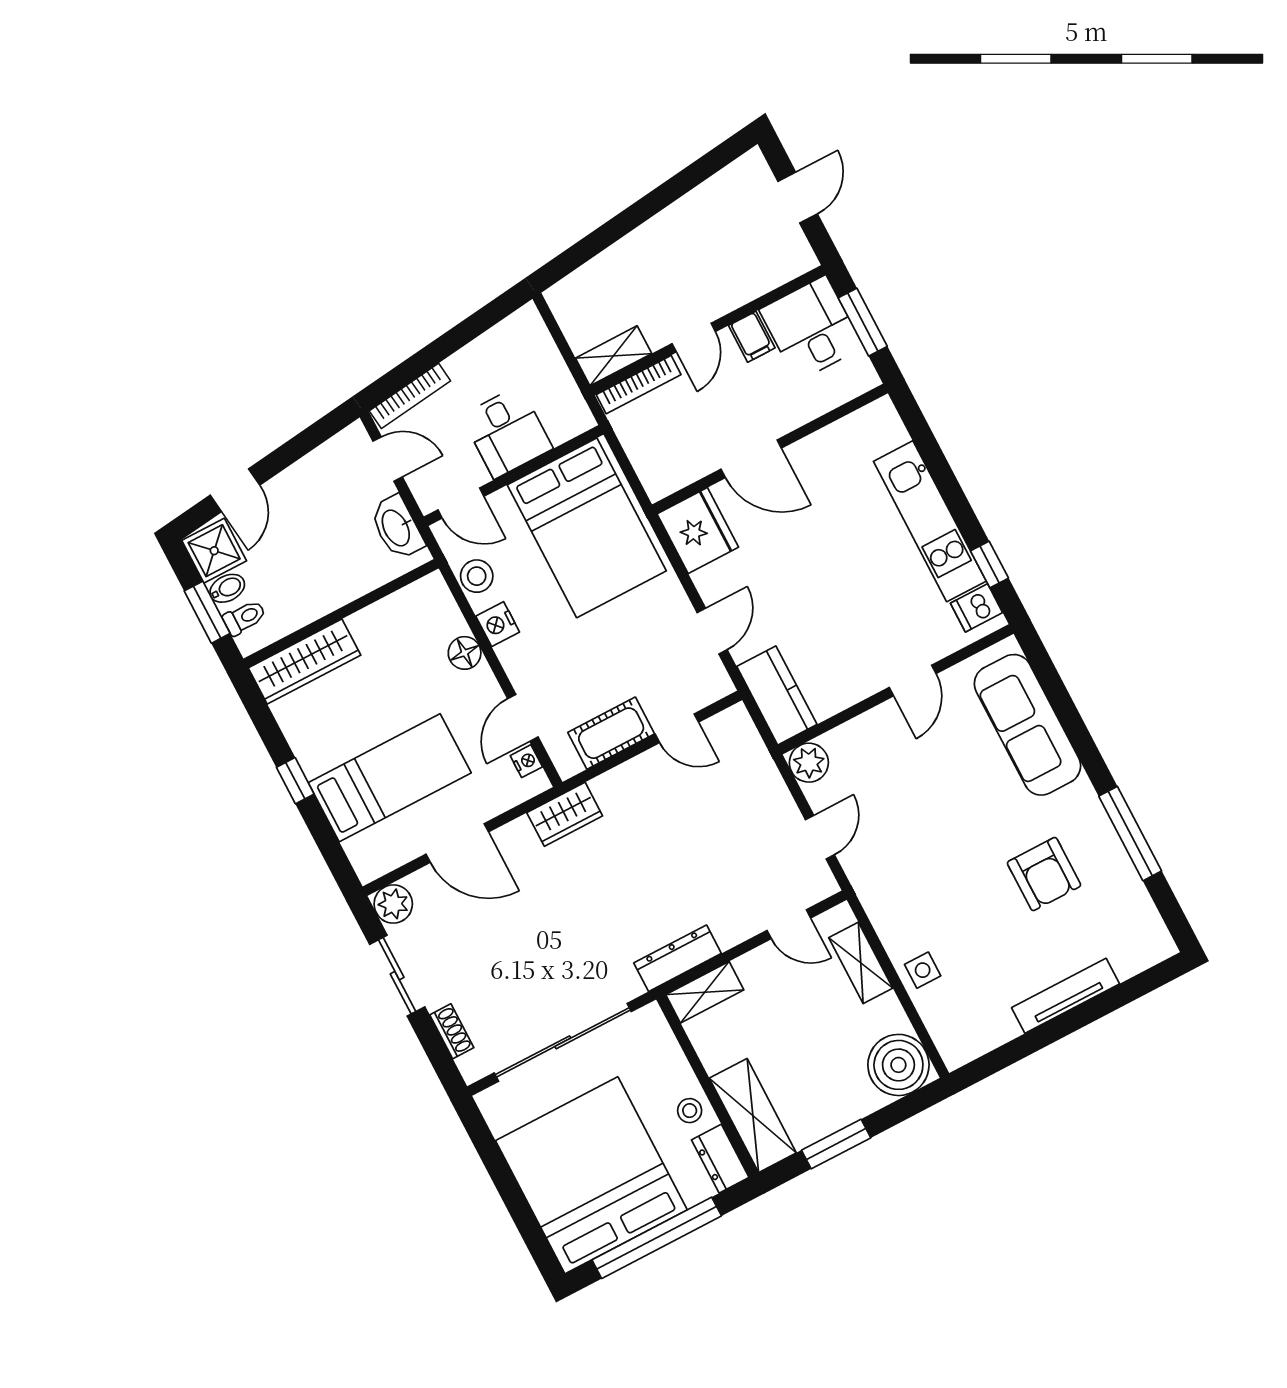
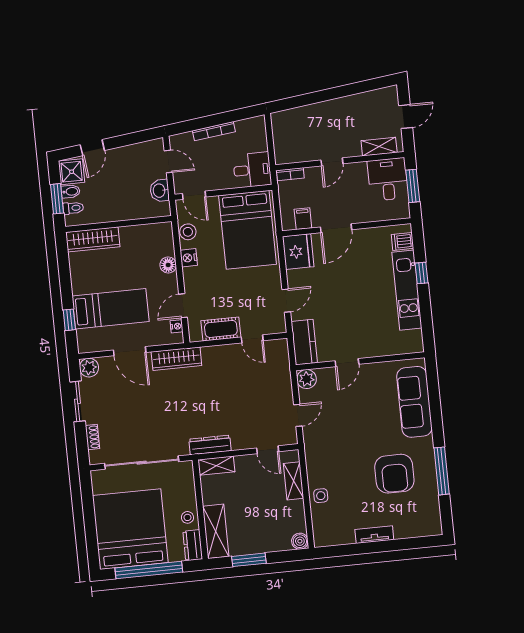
filing cabinet: (752, 337) -> (303, 219), moved, turned 180
shelving: (614, 356) -> (379, 147), moved
bookcase: (639, 385) -> (290, 174), width x0.64
bookcase: (410, 396) -> (214, 131), moved
desk: (507, 432) -> (252, 170), moved, turned -90
door: (751, 459) -> (336, 228), hinge flipped
washbasin: (397, 527) -> (160, 191), width x0.72
window: (989, 564) -> (422, 273), moved
dishwasher: (977, 608) -> (403, 241), moved
door: (913, 681) -> (347, 363), moved
window: (295, 781) -> (69, 320), moved
wardrobe: (565, 814) -> (176, 359), width x1.50
armchair: (1044, 874) -> (394, 474), width x1.36, depth x1.36
tv unit: (1066, 996) -> (374, 535), width x0.71
boiler: (898, 1065) -> (300, 541), width x0.54, depth x0.54

